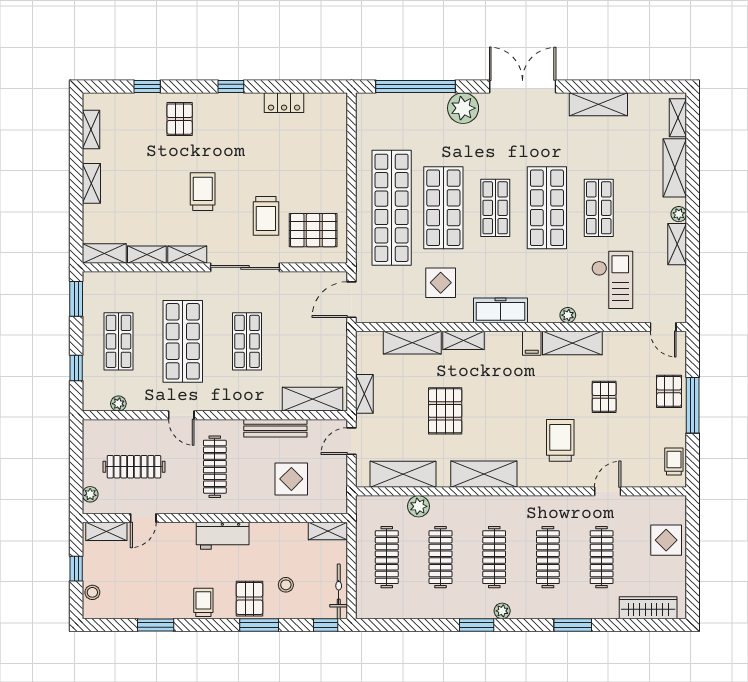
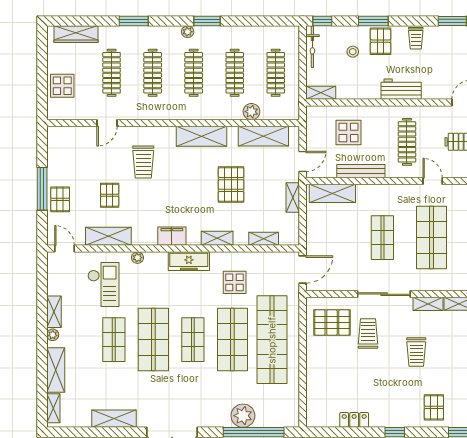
plant: (463, 108) -> (243, 416), moved
checkout: (612, 280) -> (103, 285), turned 180
shelving: (412, 343) -> (264, 239), width x0.67, depth x0.75
filing cabinet: (532, 343) -> (172, 236), width x2.00
shelving: (572, 343) -> (108, 236), moved
trolley: (674, 461) -> (56, 146), removed

